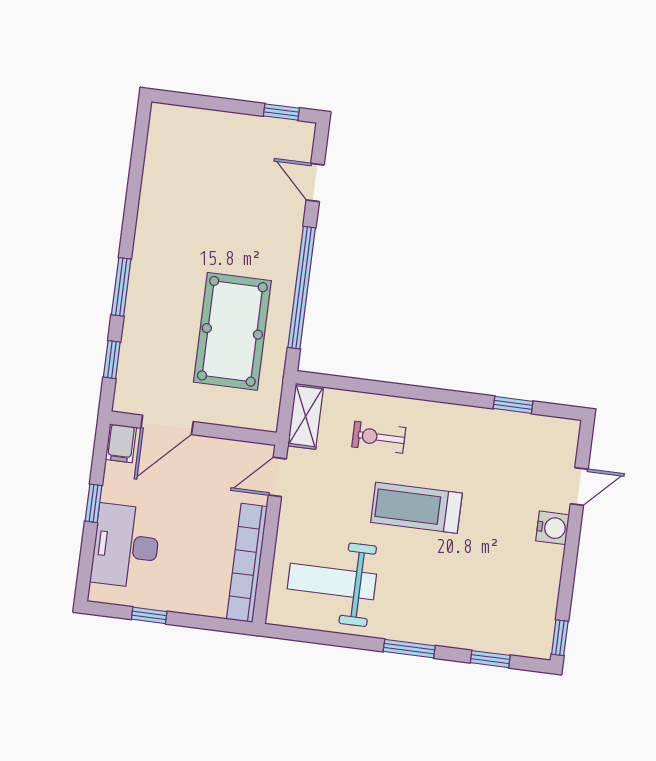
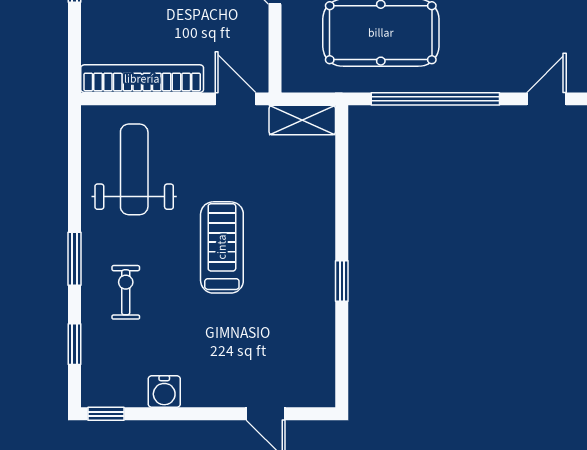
window: (513, 405) -> (342, 281), moved
exercise bike: (379, 437) -> (126, 292), moved
water cooler: (553, 528) -> (164, 392), moved

